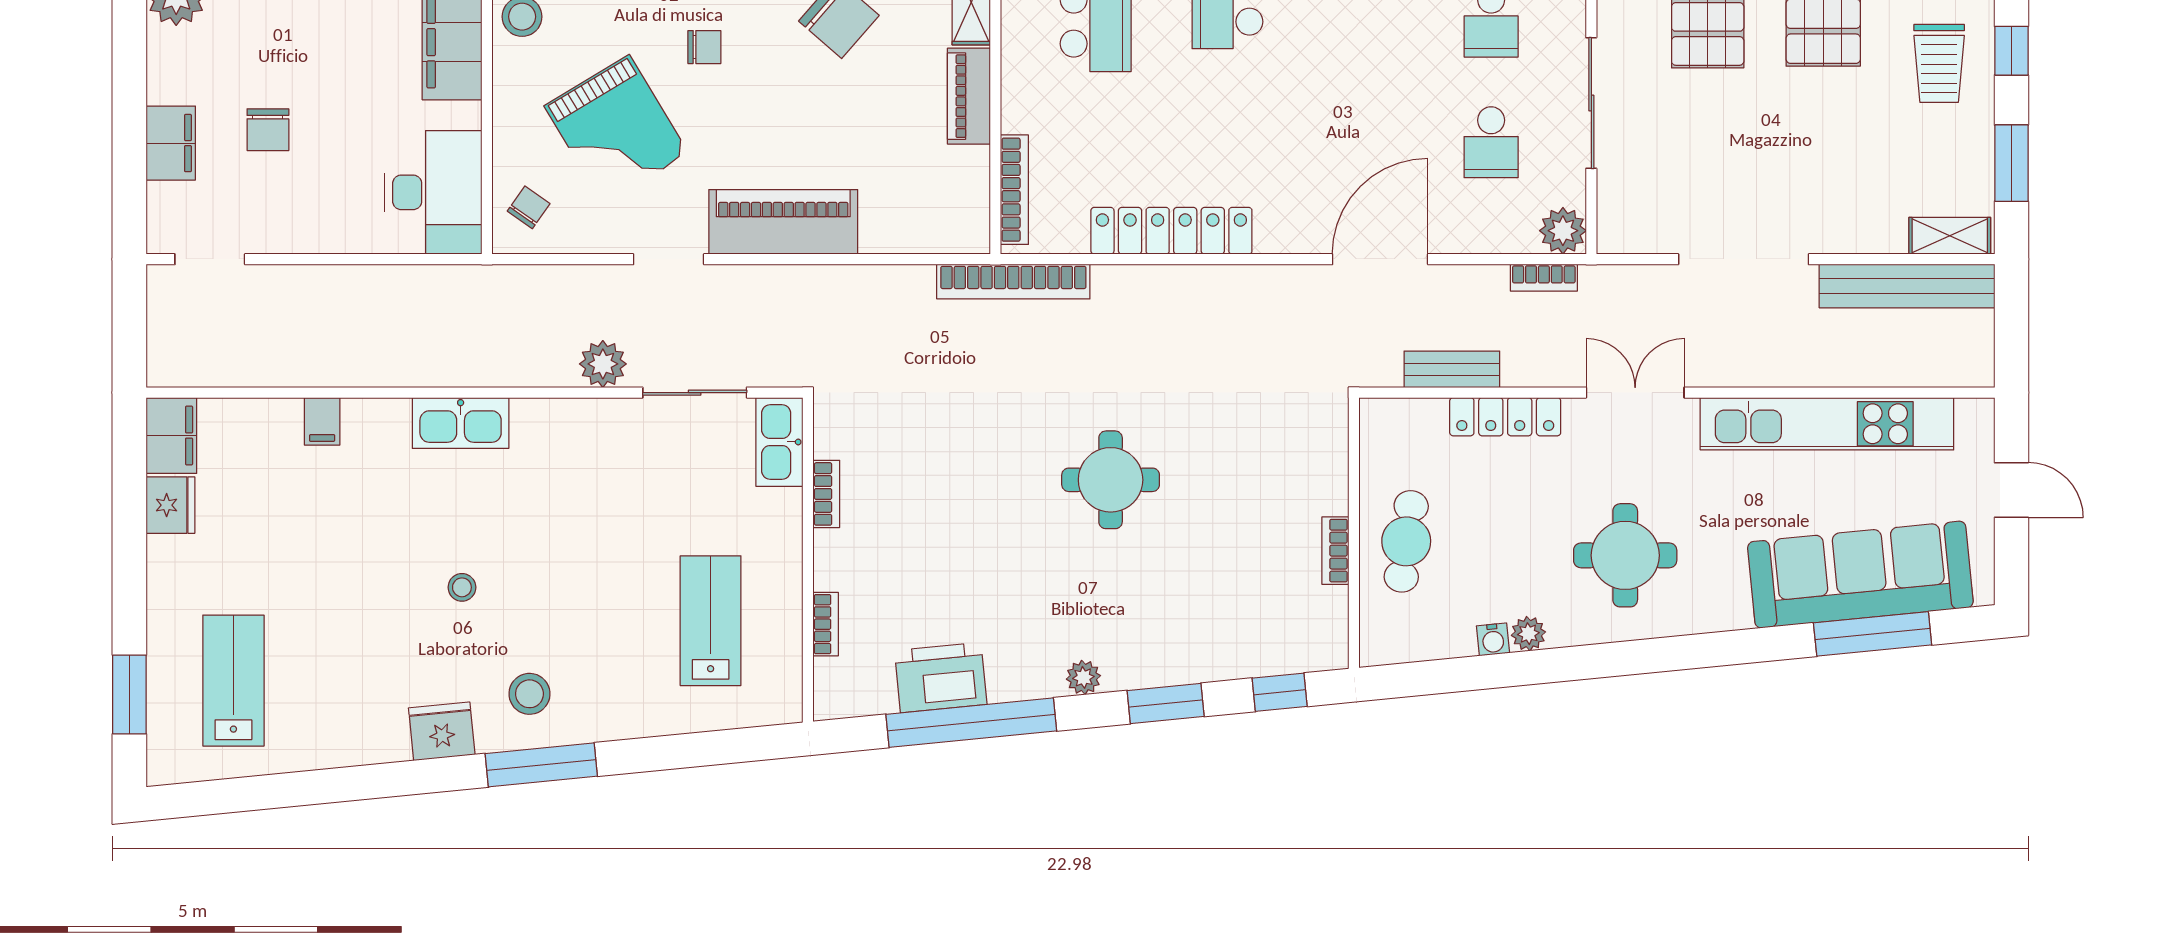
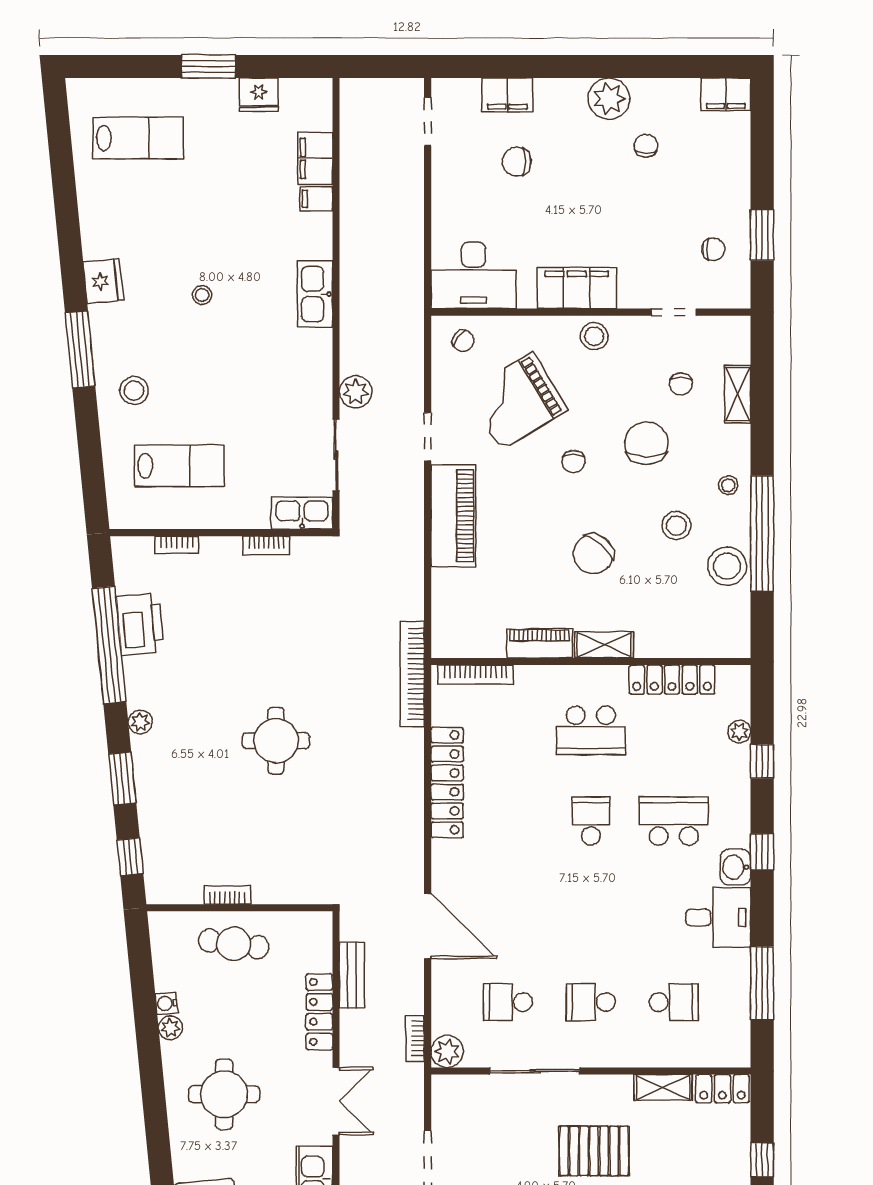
filing cabinet: (171, 435) -> (315, 158), moved, turned 90
window: (129, 694) -> (208, 66), moved
stool: (529, 694) -> (134, 391), moved

